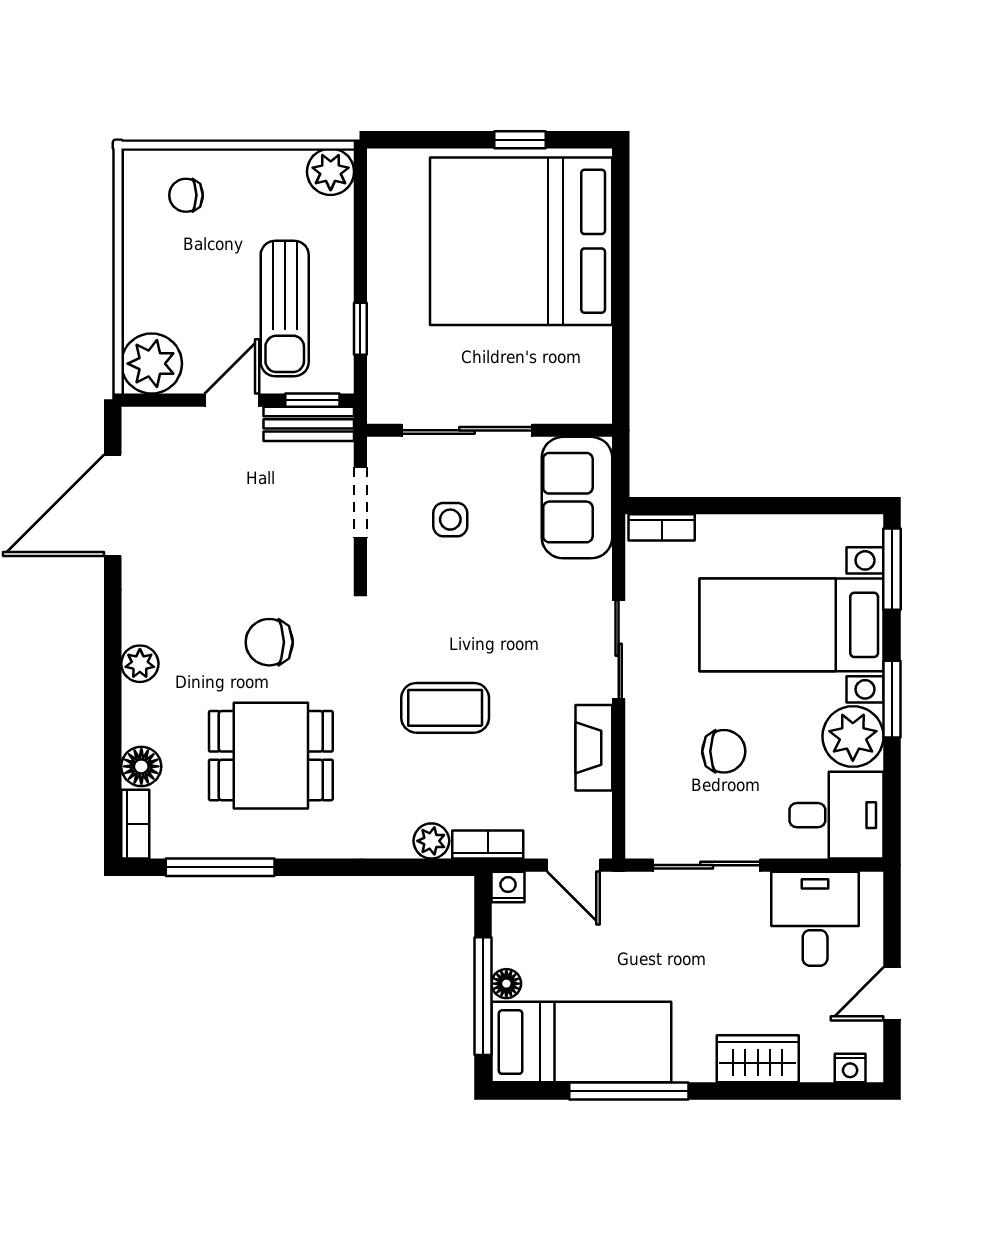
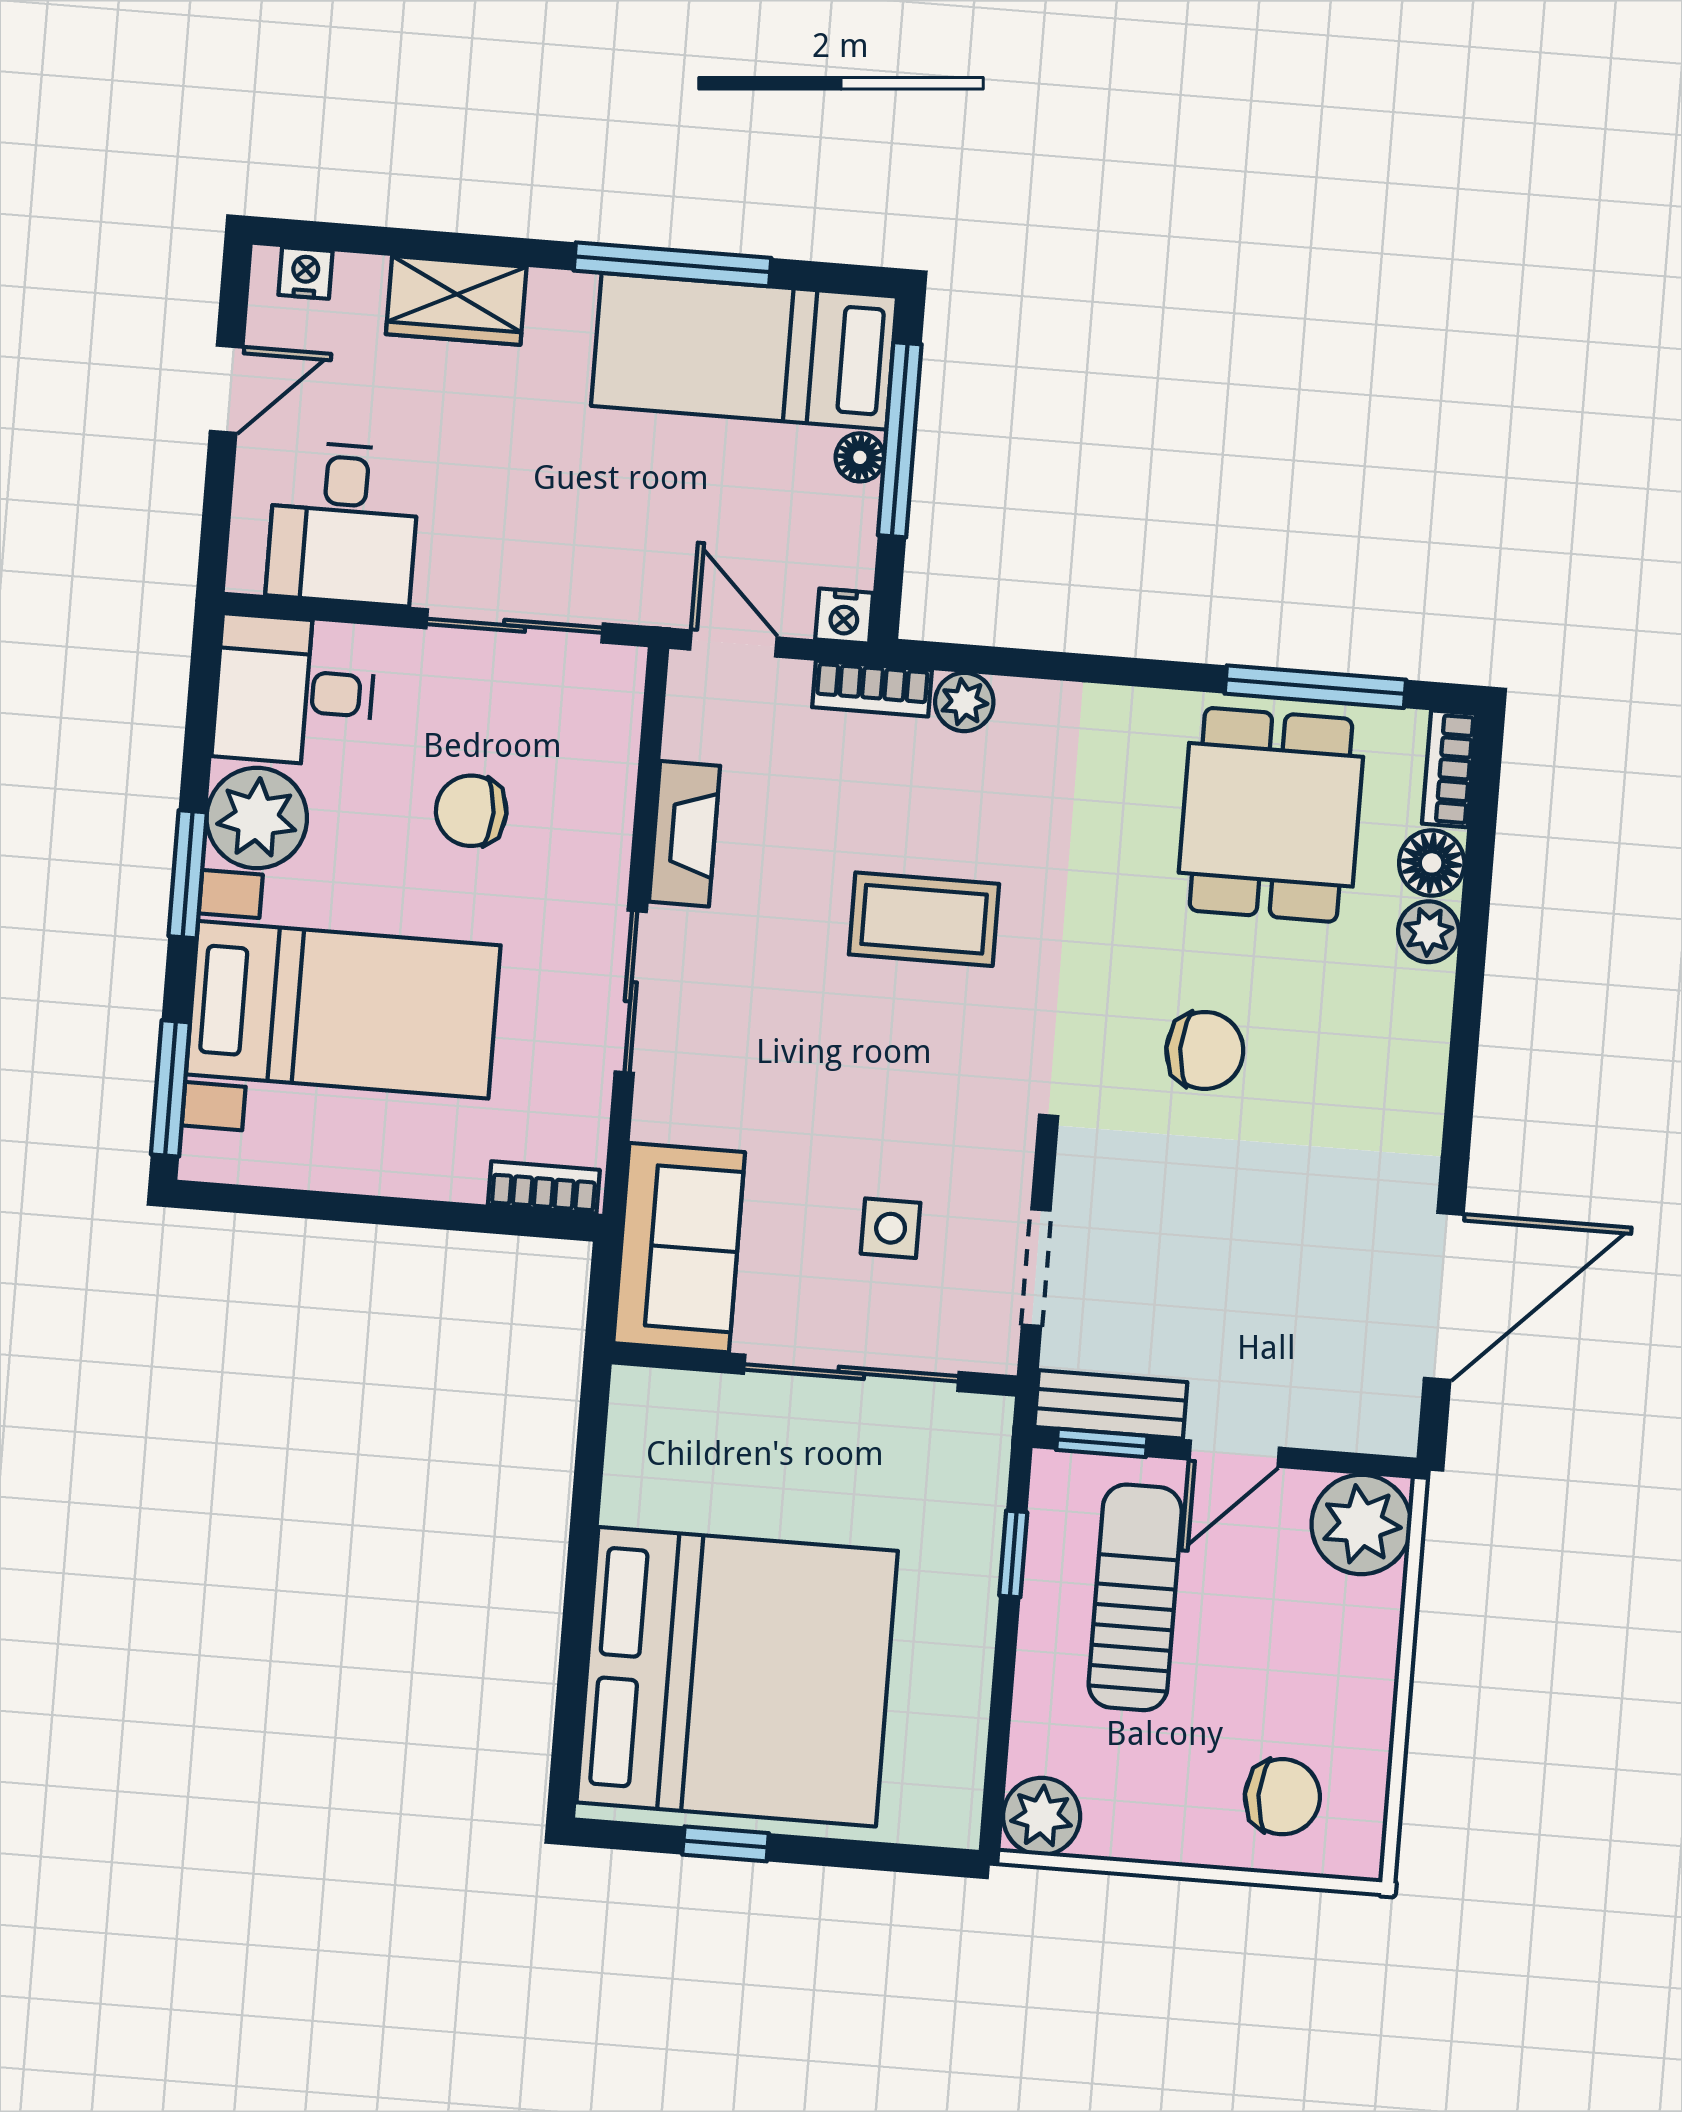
chair: (186, 195) -> (1282, 1797), width x1.37, depth x1.37
plant: (140, 664) -> (1428, 932), moved
dining table: (271, 756) -> (1271, 815), moved, turned 90

